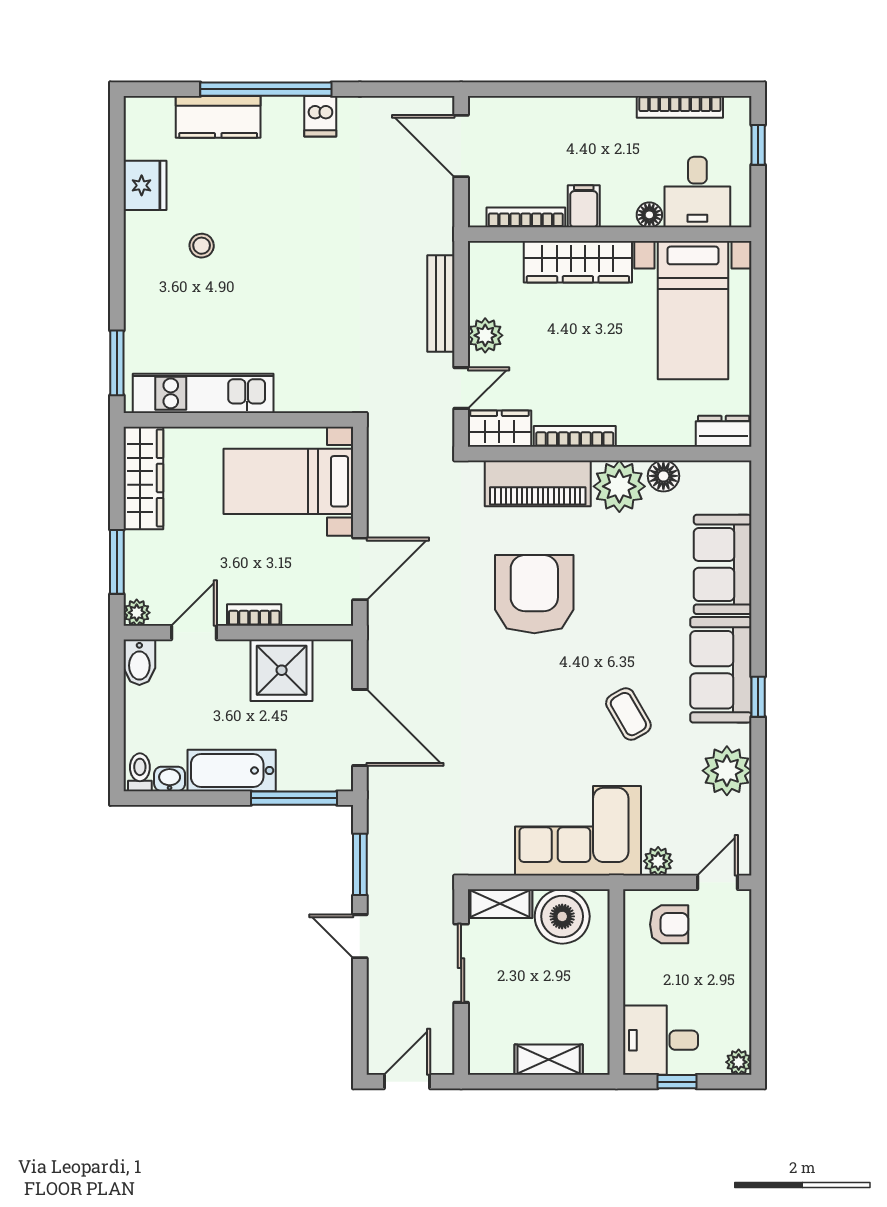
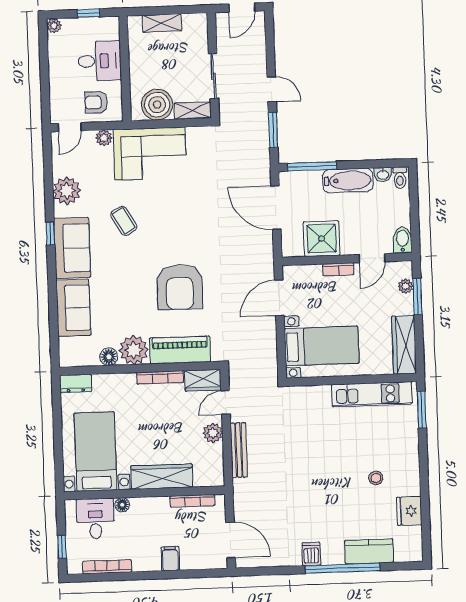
filing cabinet: (584, 206) -> (170, 559), moved, turned 180
plant: (137, 613) -> (406, 286), moved
desk: (661, 1040) -> (100, 61), moved

